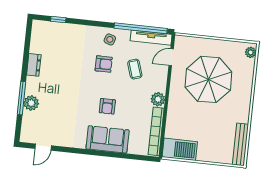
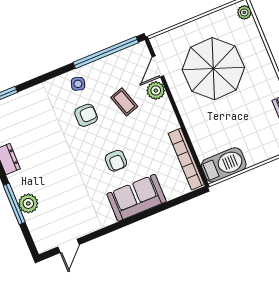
tv unit: (151, 38) -> (123, 57), removed
plant: (158, 99) -> (156, 90), moved

